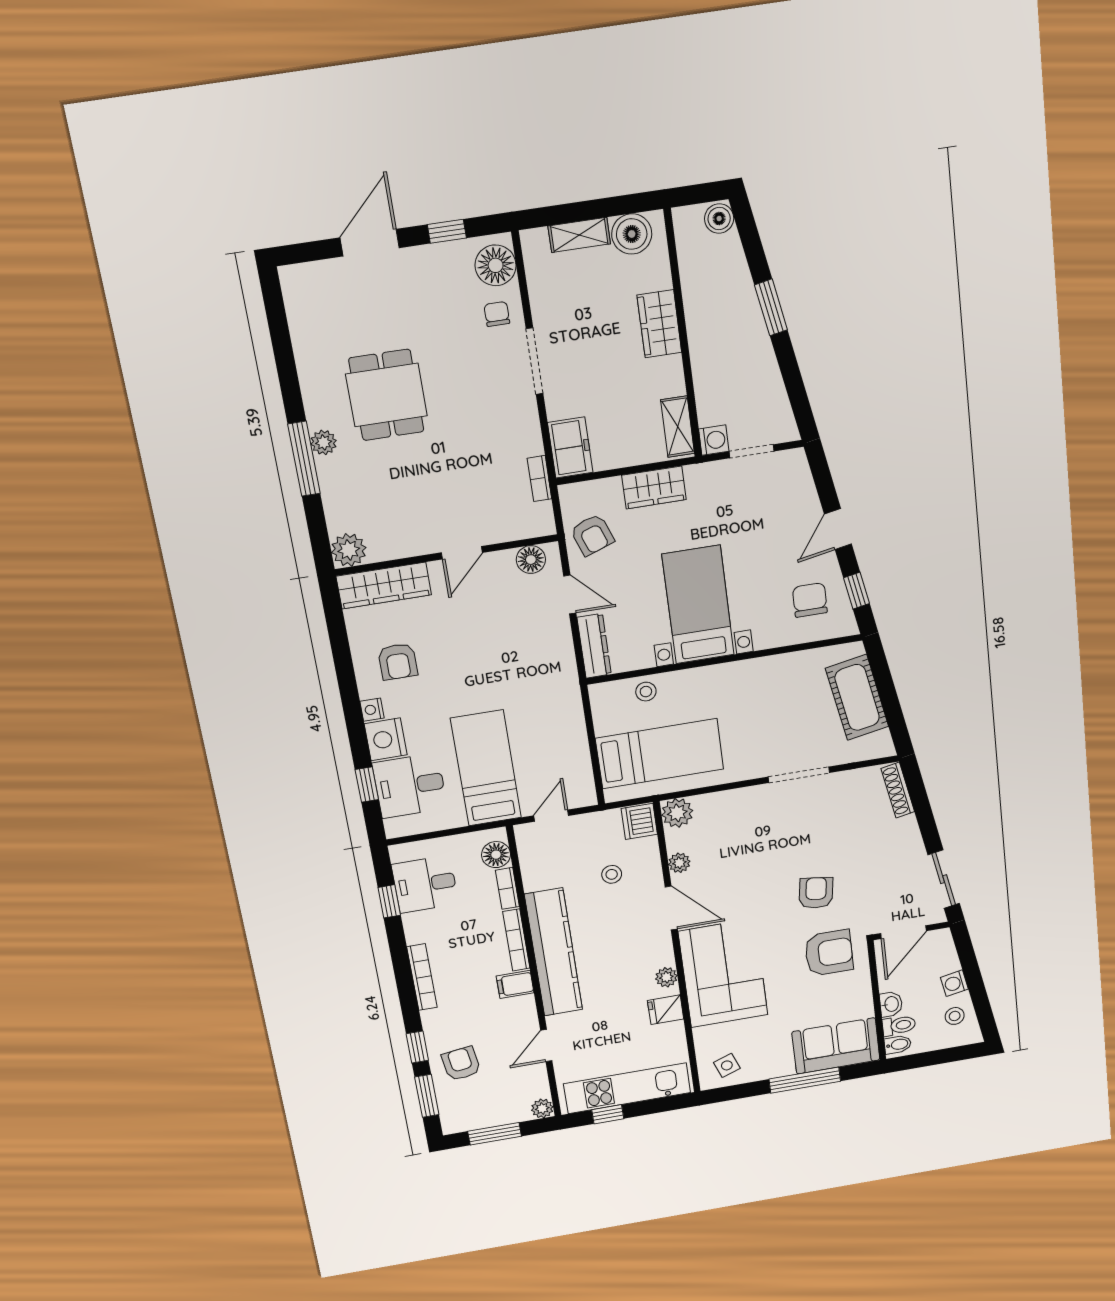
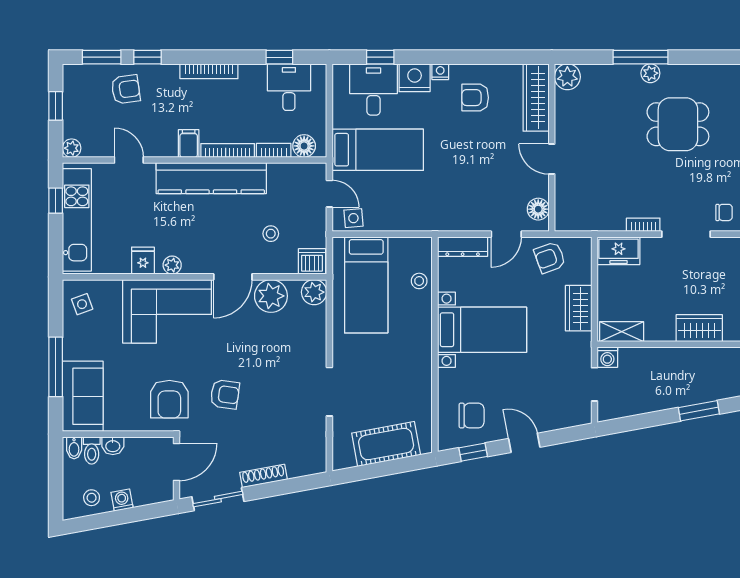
bookcase: (539, 478) -> (643, 225), moved
side table: (578, 782) -> (353, 218), added
shoe rack: (898, 790) -> (263, 476), moved
plant: (679, 863) -> (271, 296), width x1.88, depth x1.88
door: (903, 932) -> (177, 462), swing flipped
window: (495, 1134) -> (56, 106), width x0.67

